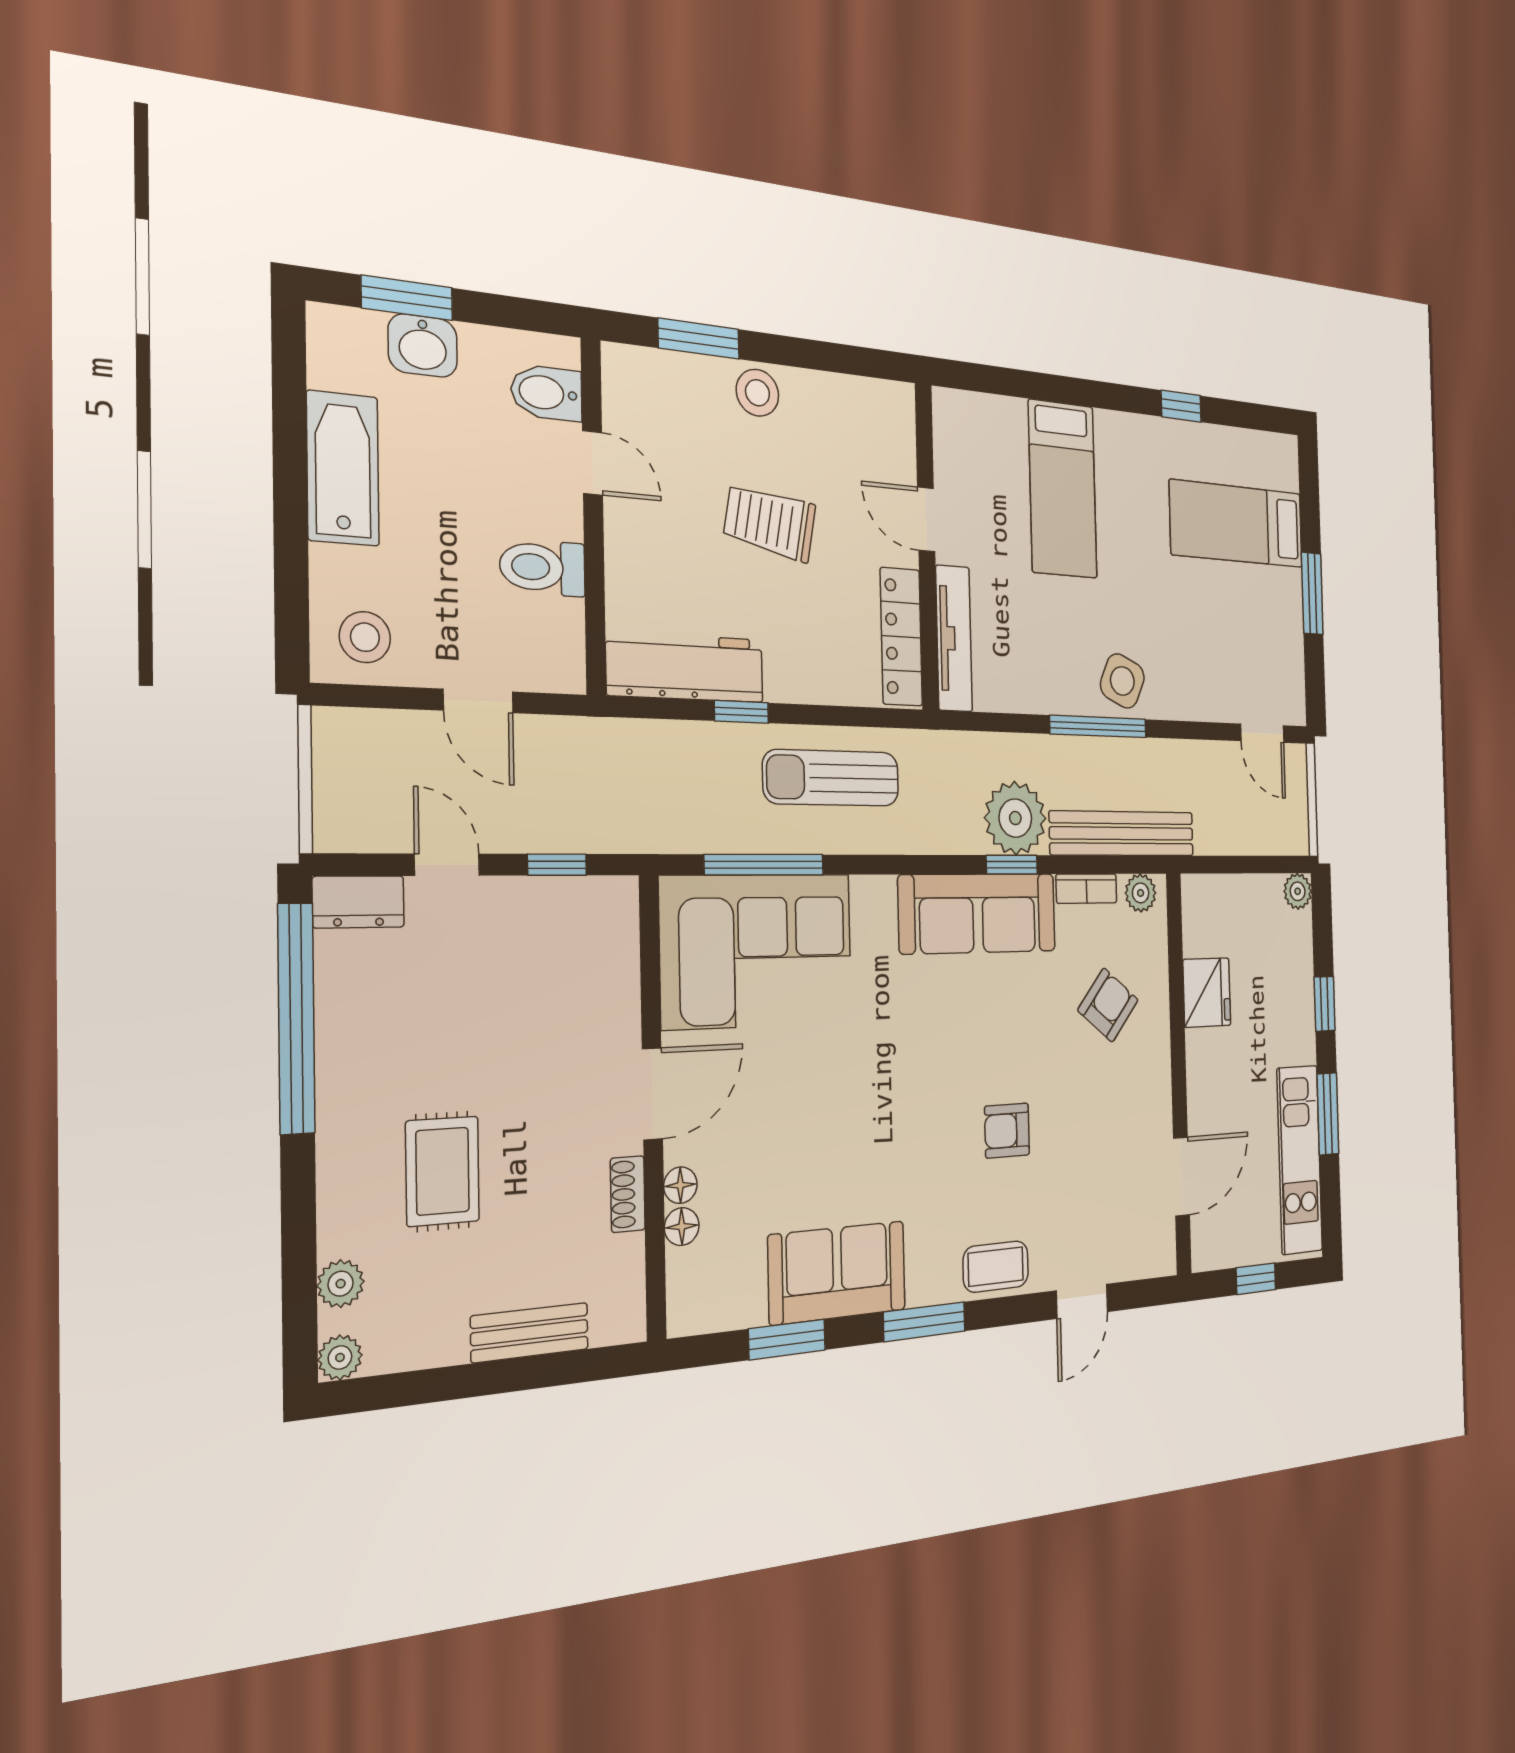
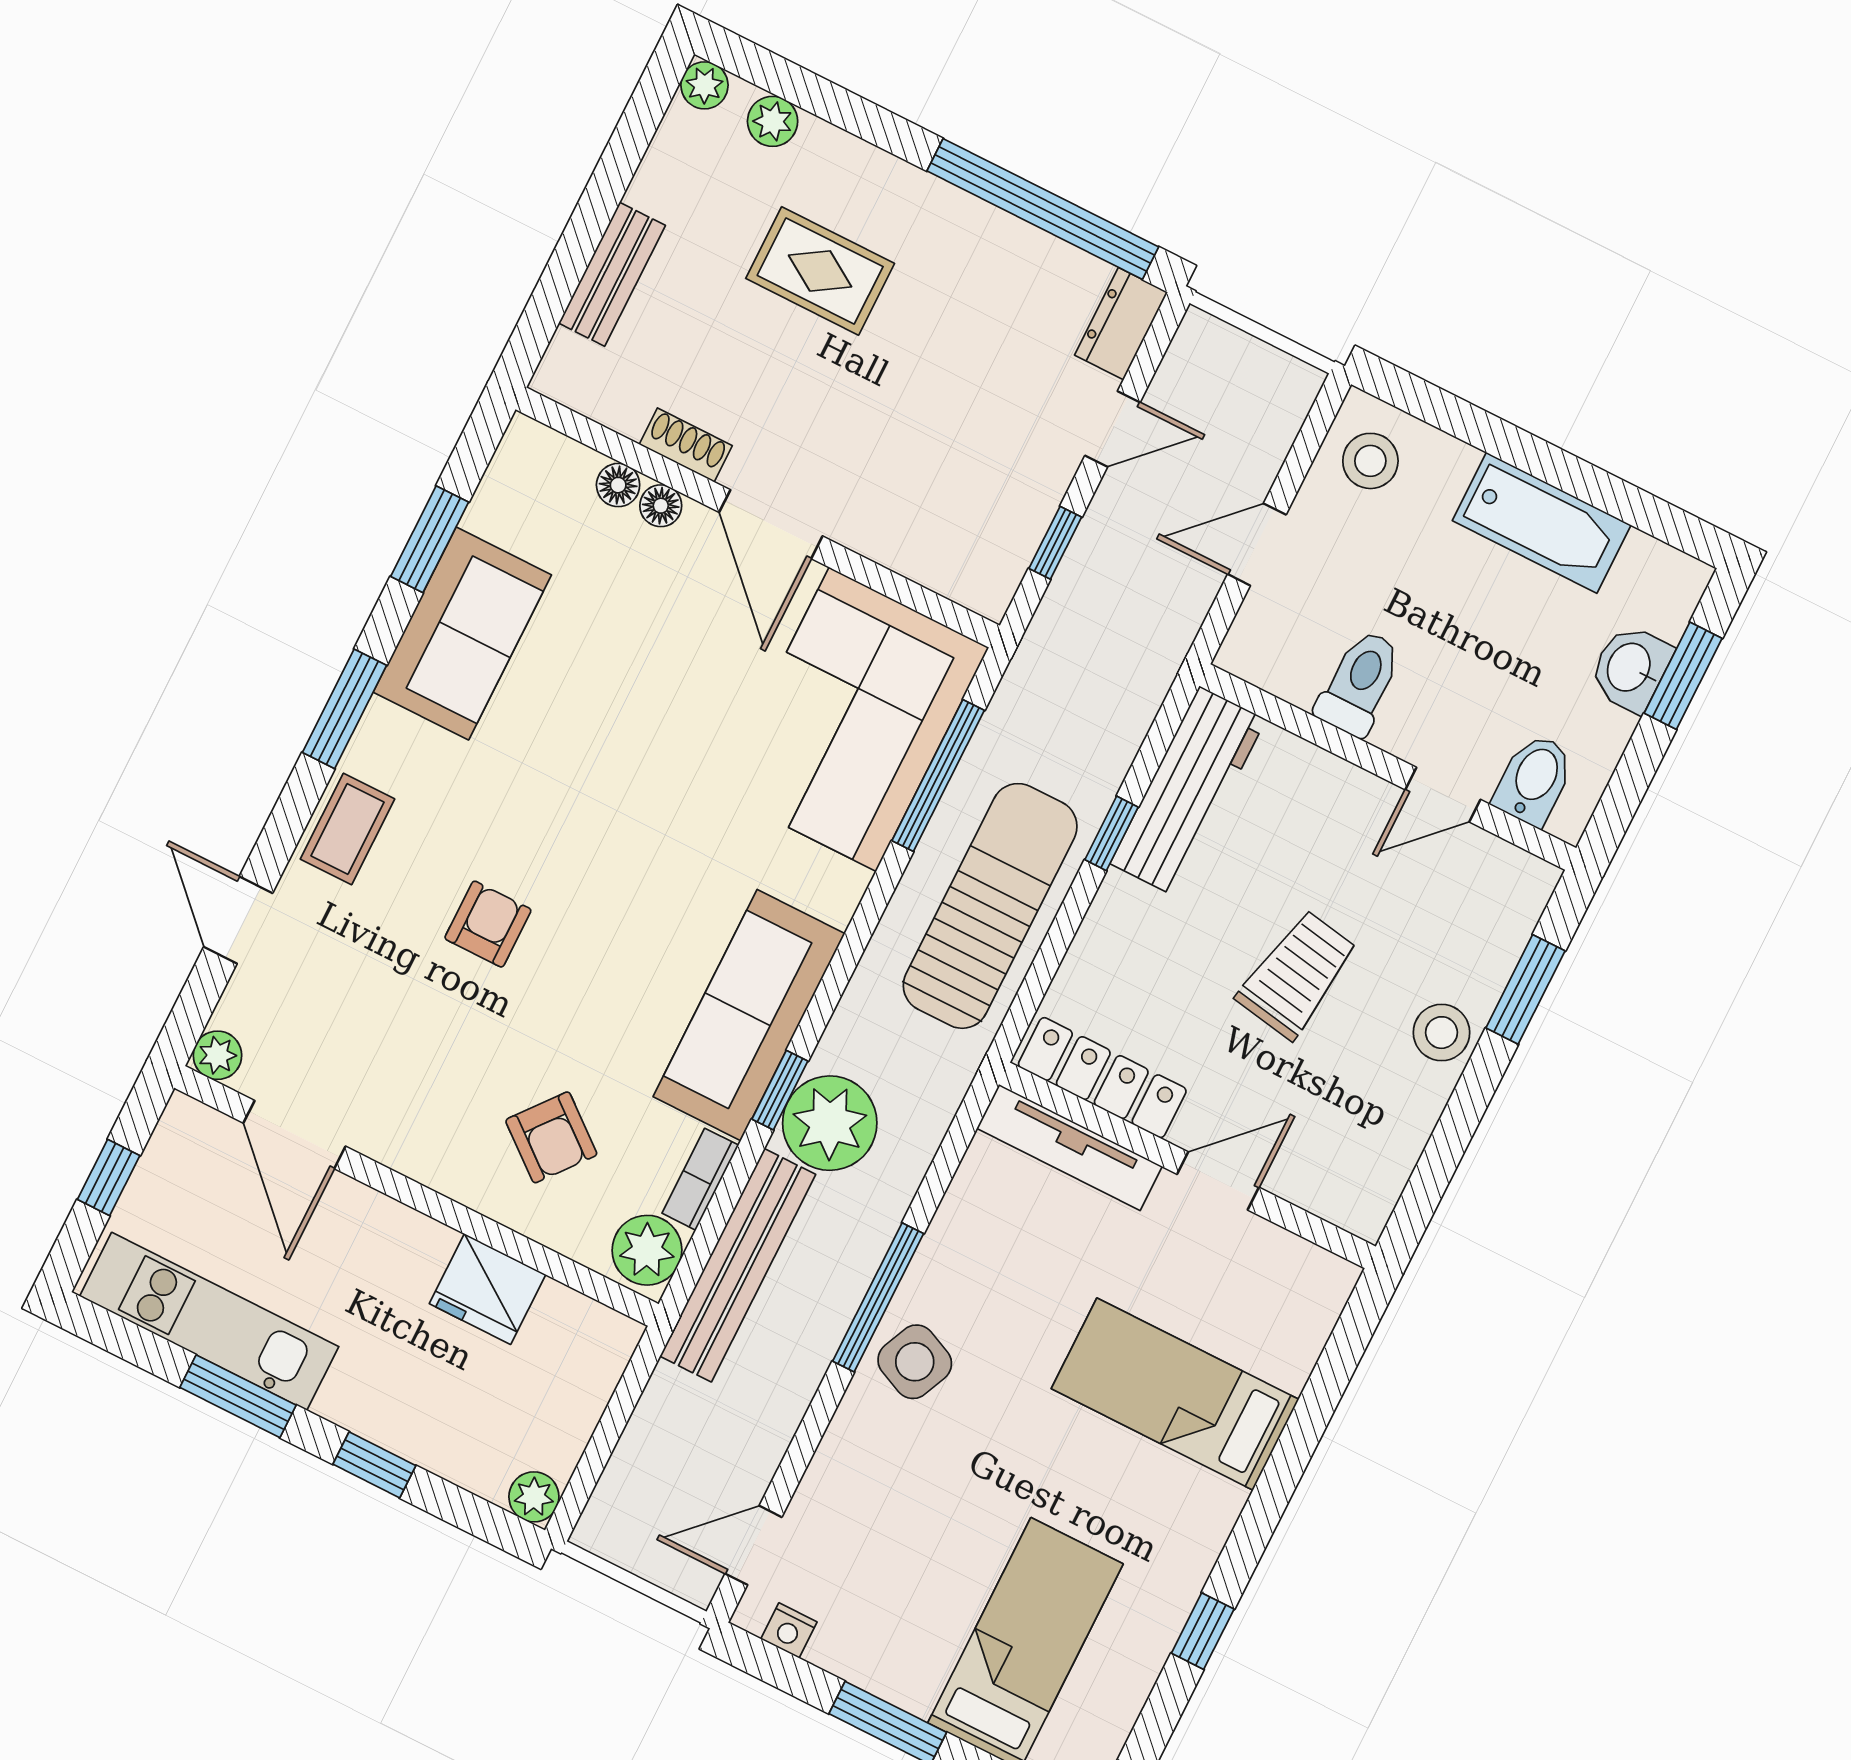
nightstand: (1294, 684) -> (789, 1630), added
sun lounger: (831, 778) -> (990, 906), width x1.36, depth x1.34
plant: (1141, 893) -> (647, 1250), width x1.38, depth x1.38
plant: (1162, 1258) -> (217, 1055), added

